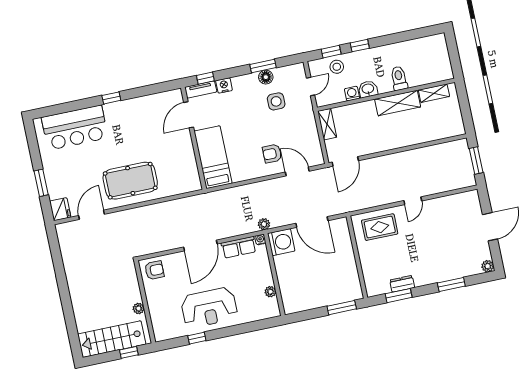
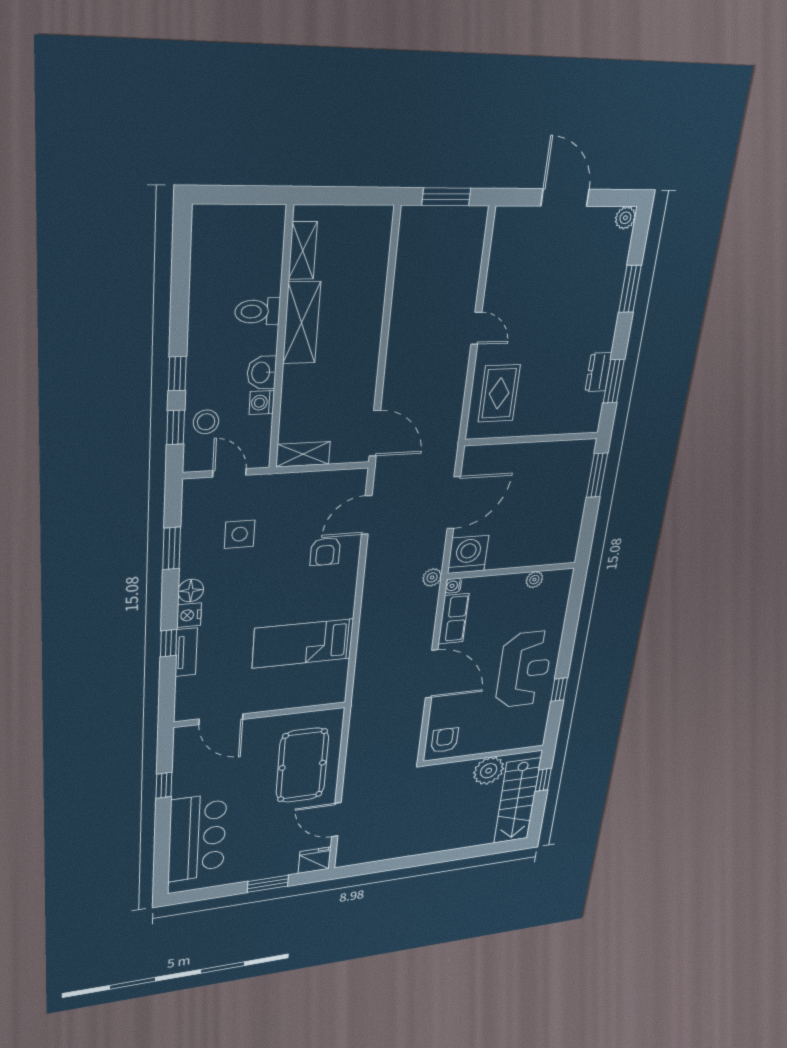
floor lamp: (266, 77) -> (191, 590), moved
door: (189, 115) -> (221, 719), moved
wall: (194, 138) -> (261, 715), moved
plant: (139, 308) -> (489, 771), width x1.87, depth x1.87

